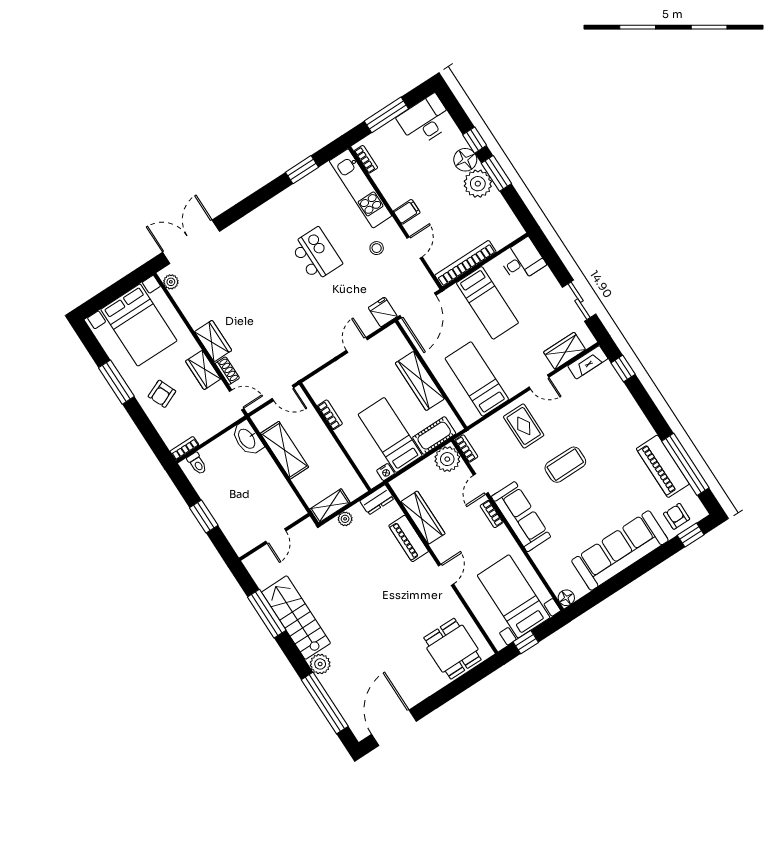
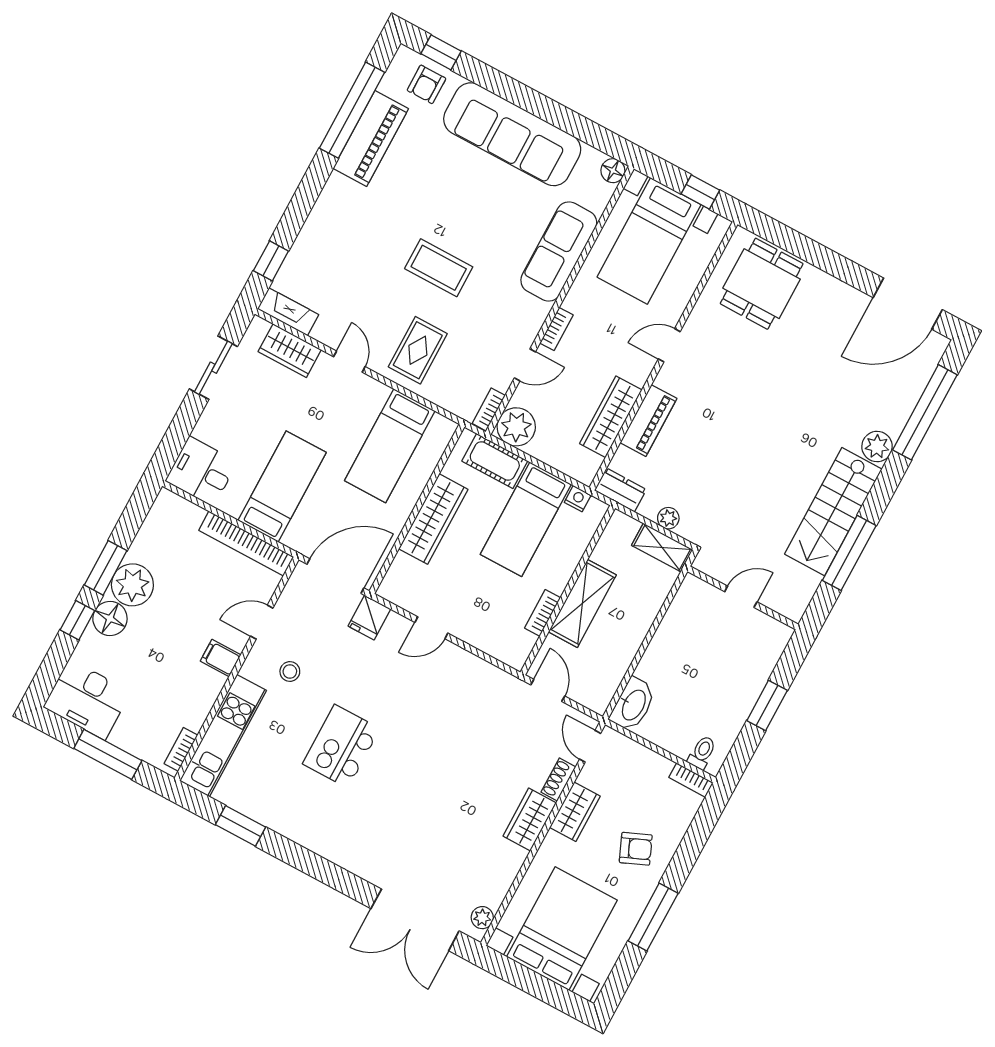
shelving: (285, 450) -> (582, 603), moved
sofa: (521, 517) -> (559, 252), moved

